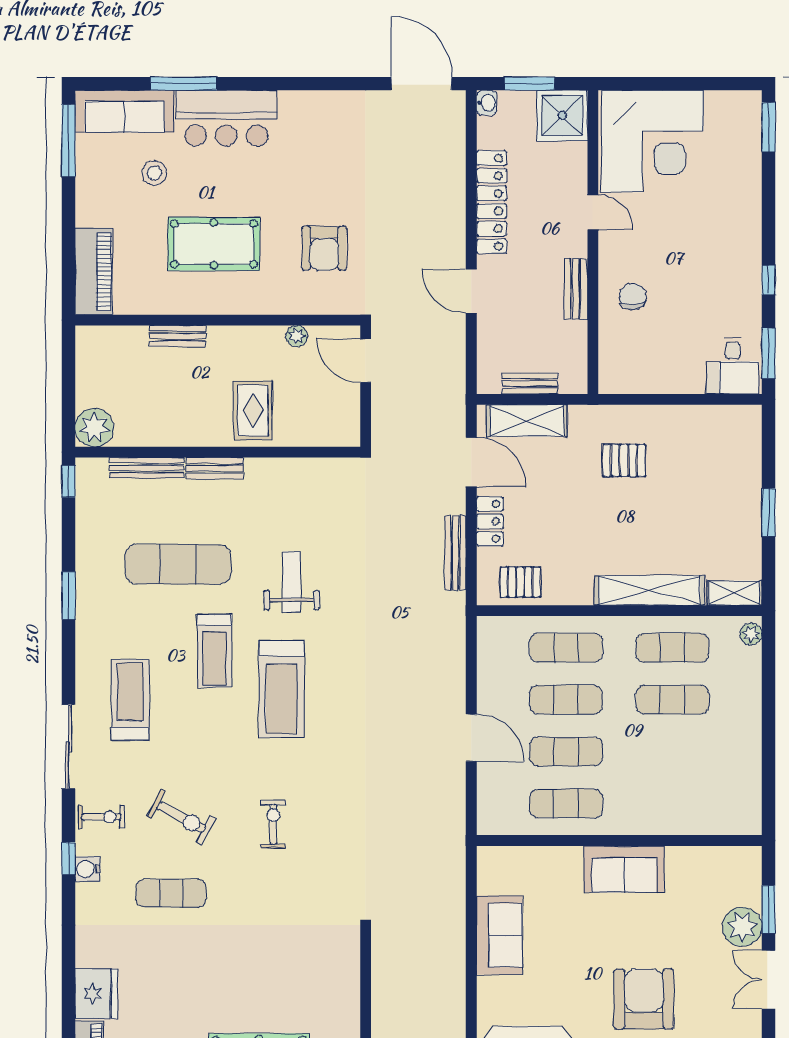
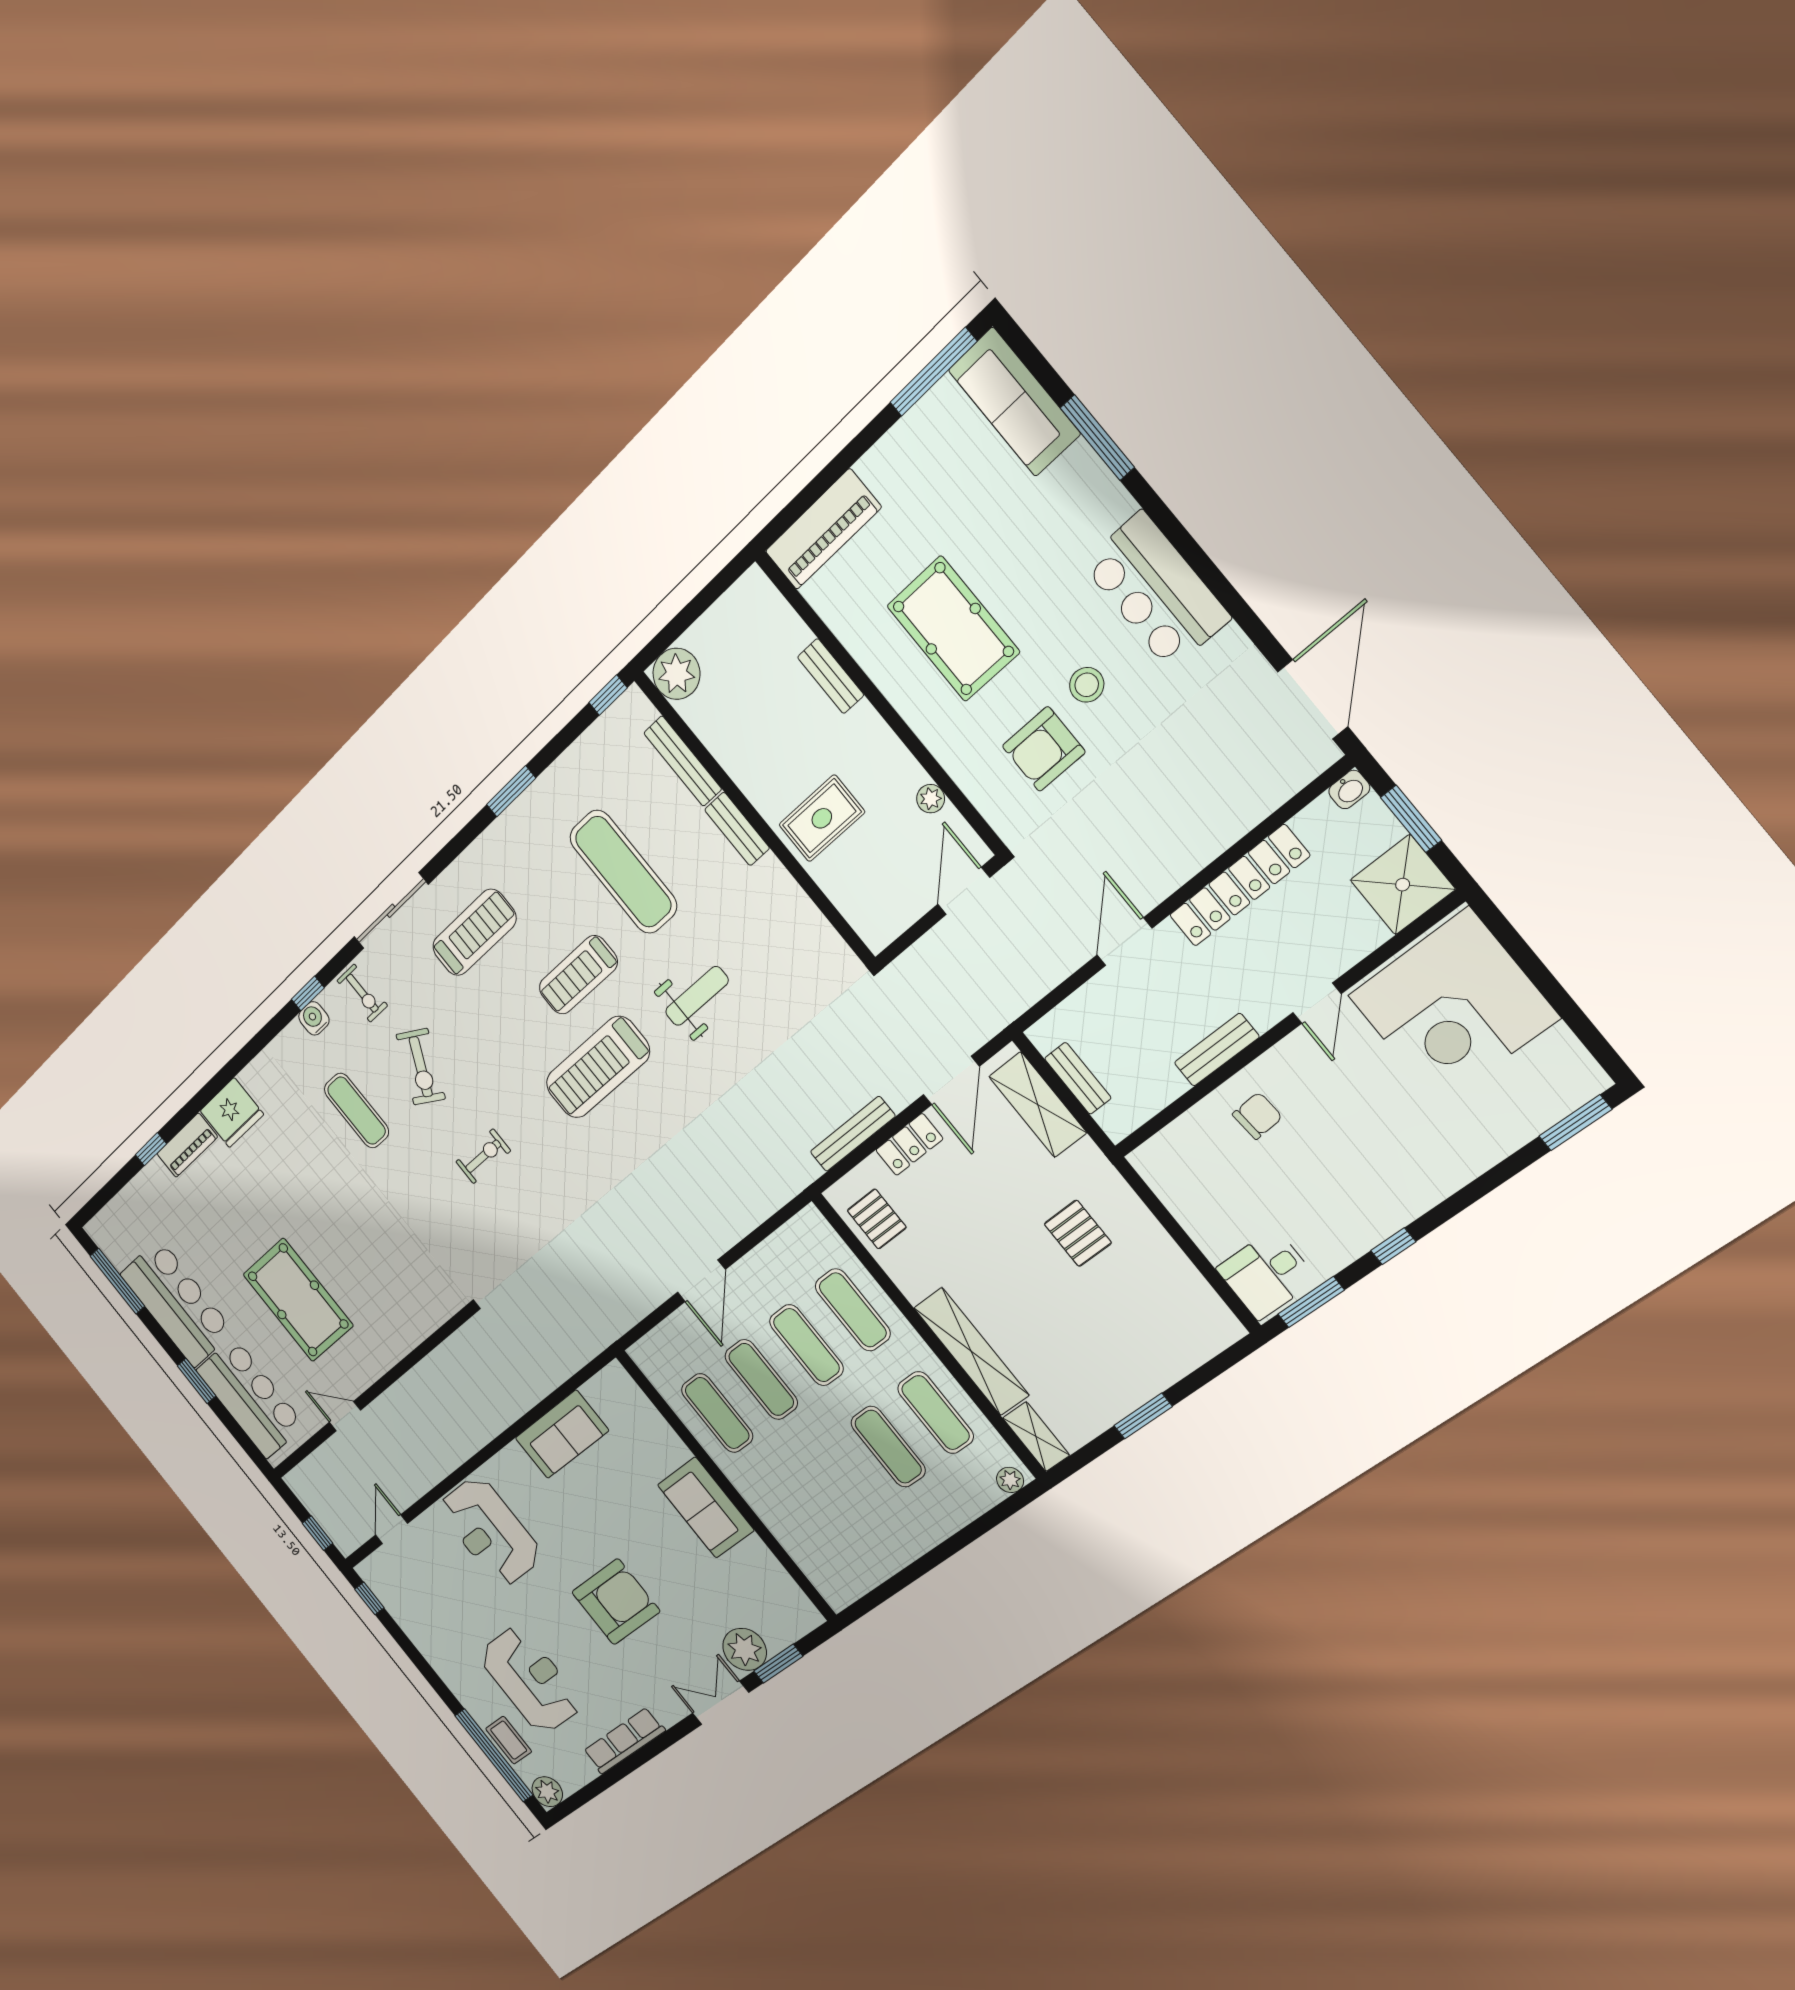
bar counter: (226, 118) -> (1156, 591), moved
stool: (154, 173) -> (1087, 685), moved

